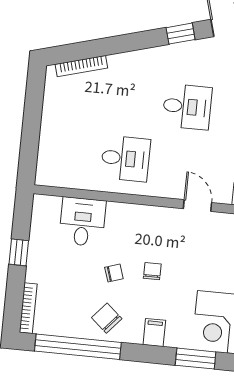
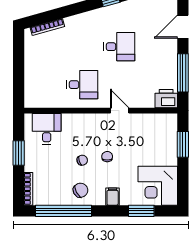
door: (198, 206) -> (120, 111), moved
desk: (82, 222) -> (47, 129), moved
window: (19, 252) -> (19, 153), width x1.50
chair: (107, 318) -> (80, 190), turned 111

